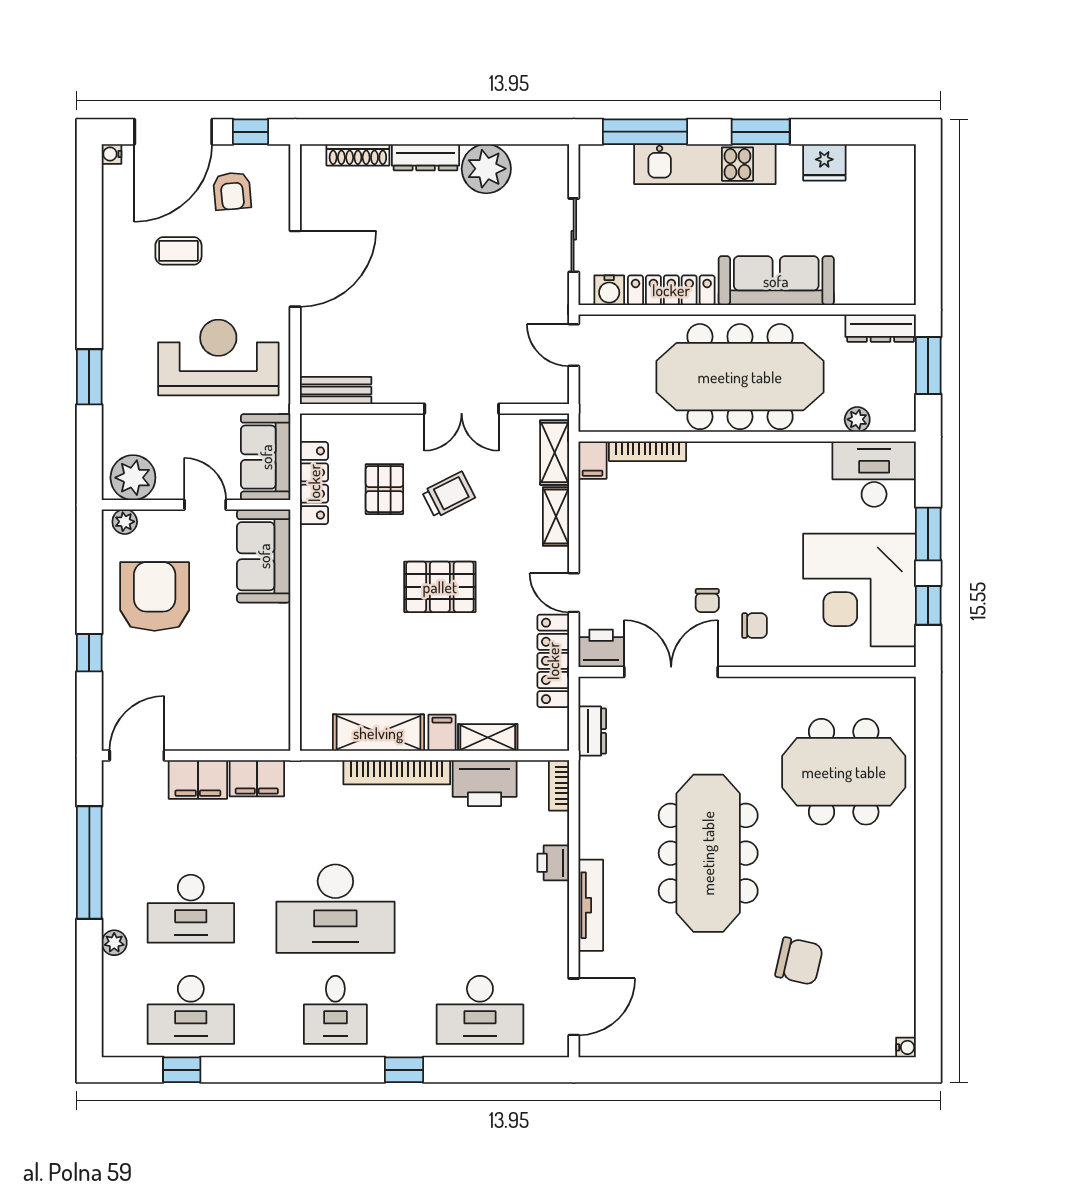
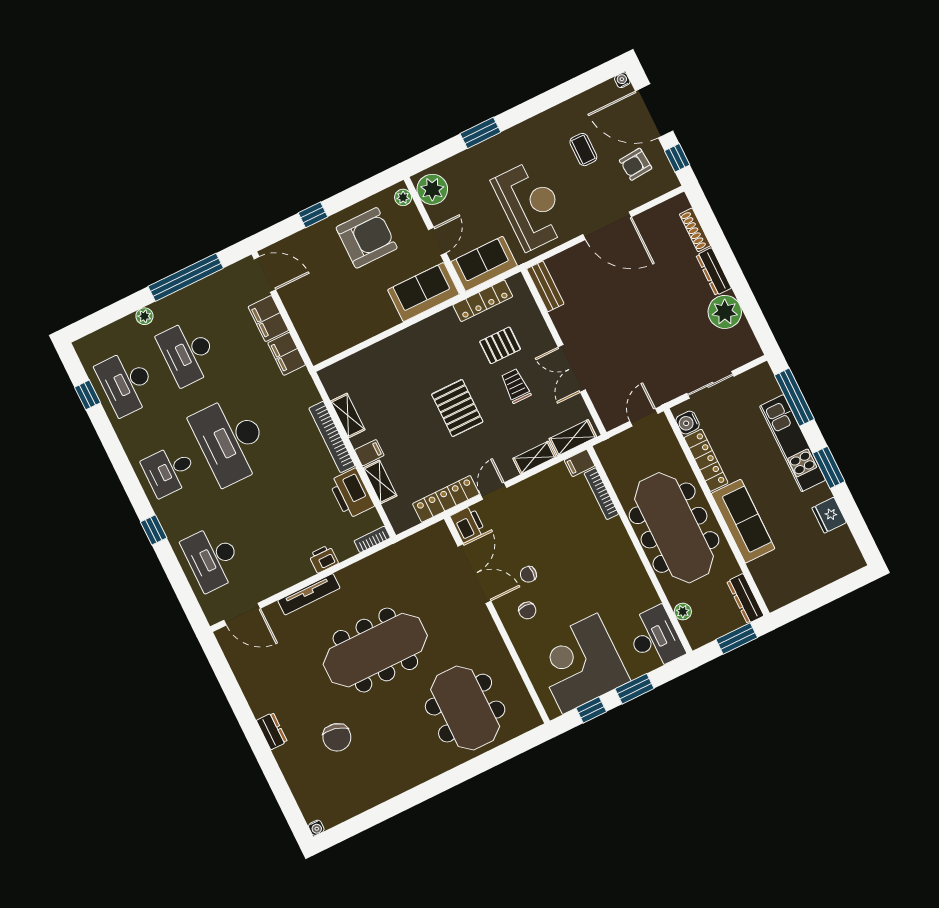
trolley: (448, 495) -> (516, 386), turned -153
dresser: (592, 731) -> (272, 731), moved, turned -90
shelving: (378, 733) -> (348, 415), width x0.67, depth x0.75

